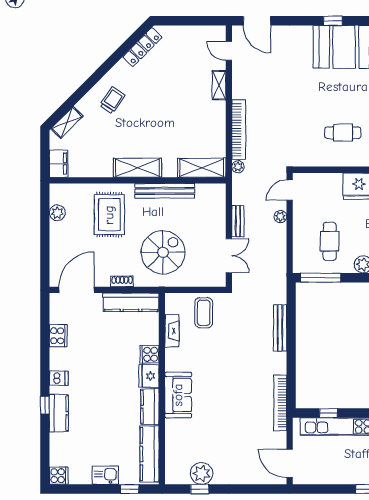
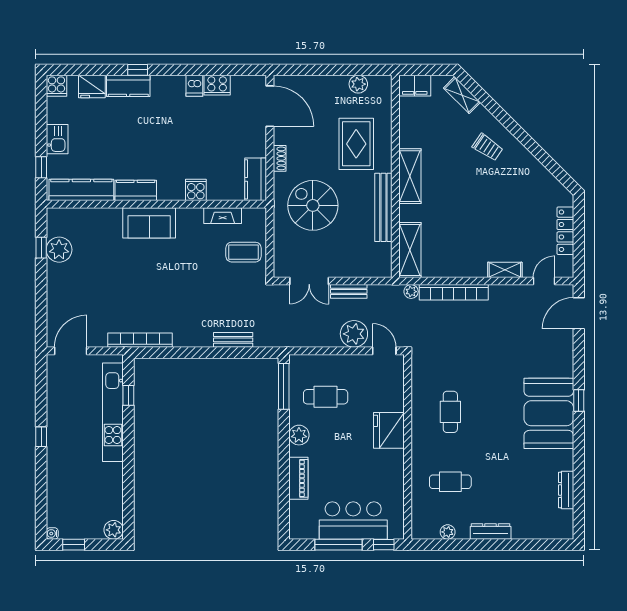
locker: (142, 47) -> (565, 231), moved, turned 45
rug: (109, 215) -> (356, 144), turned 90
plant: (280, 217) -> (354, 334), width x1.88, depth x1.88
spiral stairs: (163, 252) -> (313, 205), turned 180
kitchen counter: (131, 302) -> (256, 179), width x0.67
bench: (280, 328) -> (233, 340), width x0.73
fridge: (149, 376) -> (92, 86), moved, turned 180
dishwasher: (59, 378) -> (194, 86), moved

